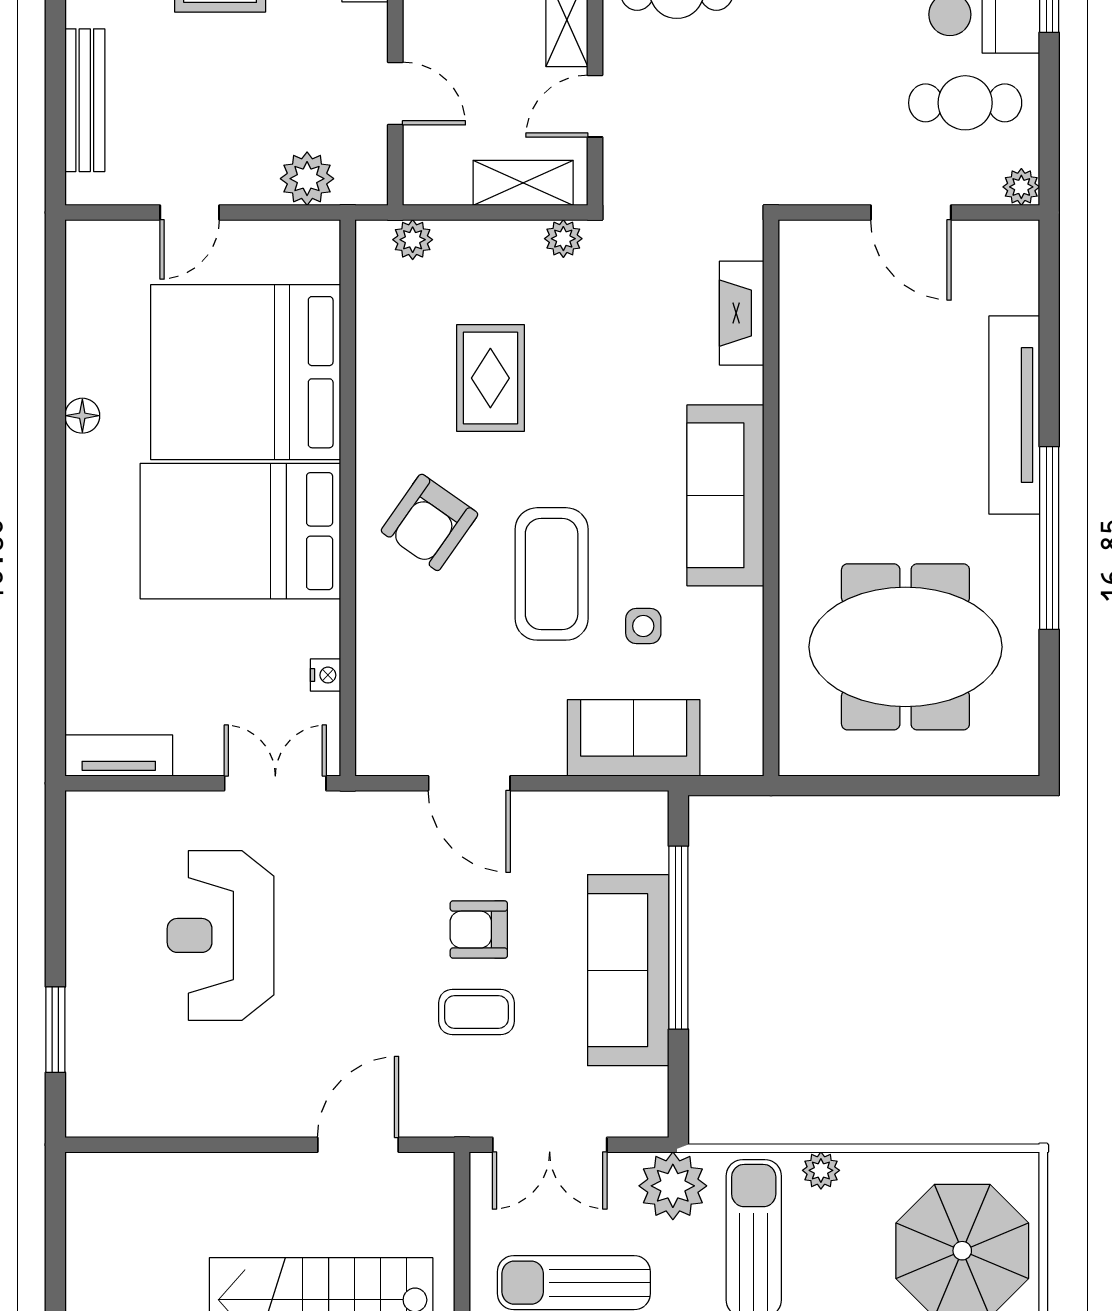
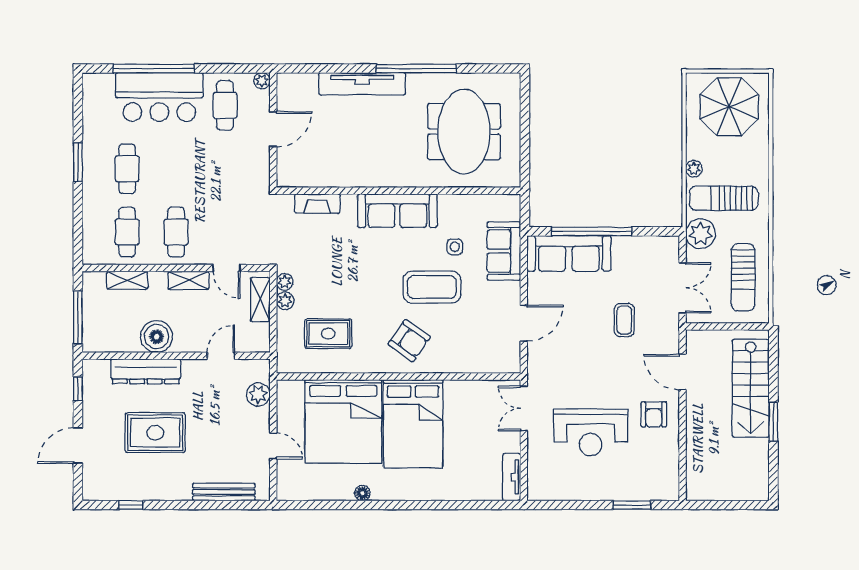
plant: (413, 240) -> (285, 301), moved
rug: (490, 378) -> (328, 334), moved
nightstand: (325, 675) -> (476, 386), removed
armchair: (479, 930) -> (654, 414), moved
sofa: (628, 970) -> (569, 253), moved

